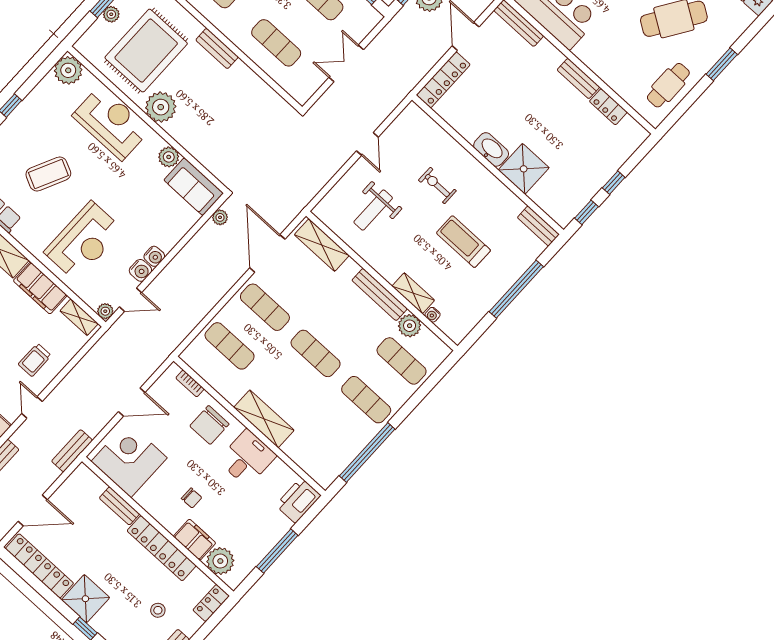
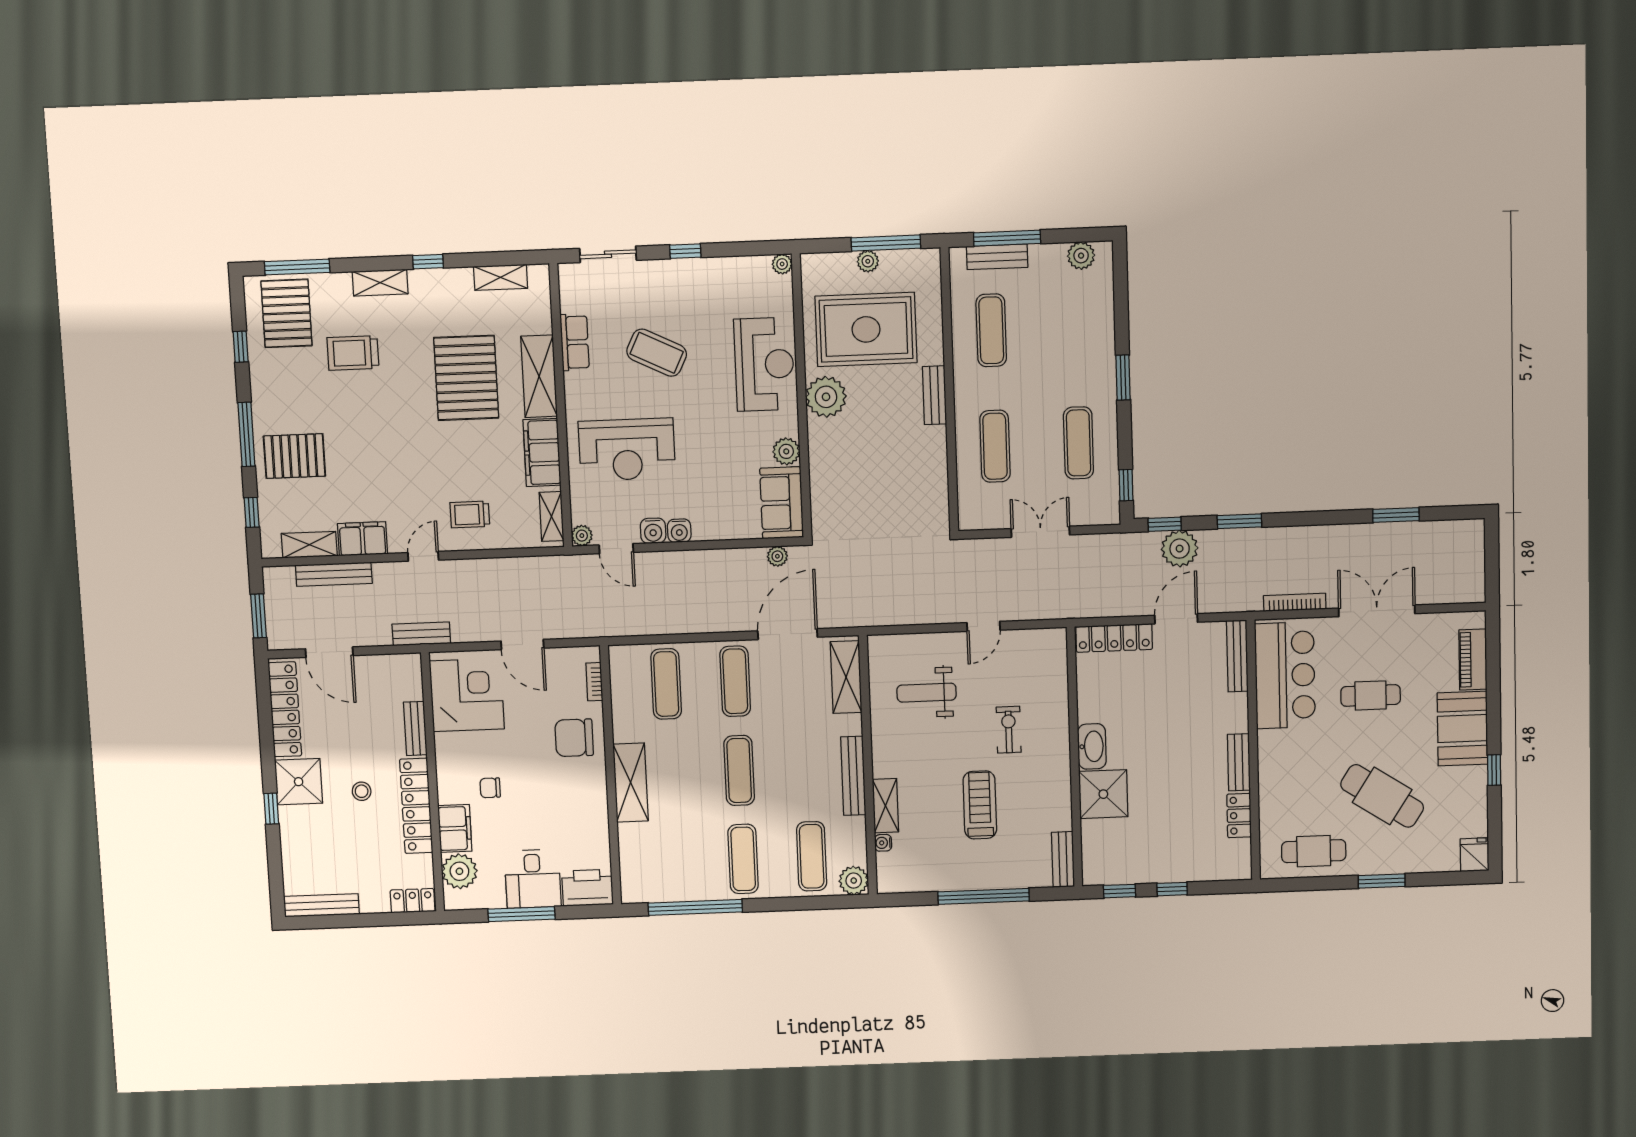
plant: (68, 70) -> (782, 264), width x0.53, depth x0.53
plant: (410, 326) -> (854, 881), moved
desk: (247, 458) -> (533, 879), moved, turned 90
chair: (192, 498) -> (490, 788), turned 90
stool: (158, 610) -> (362, 791), moved

